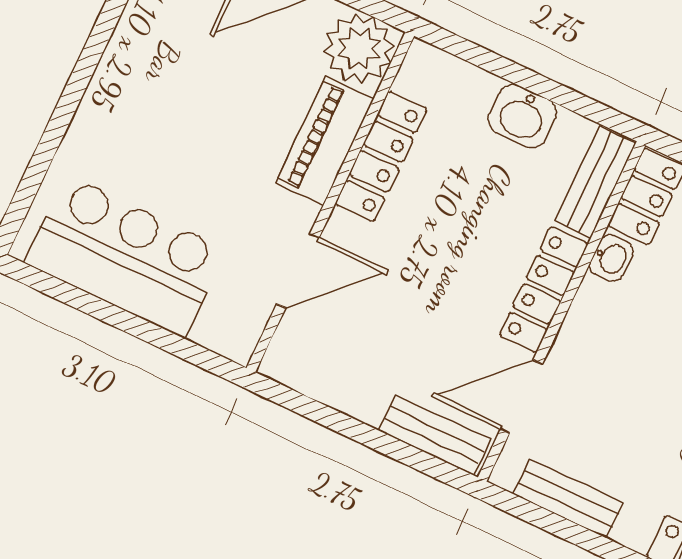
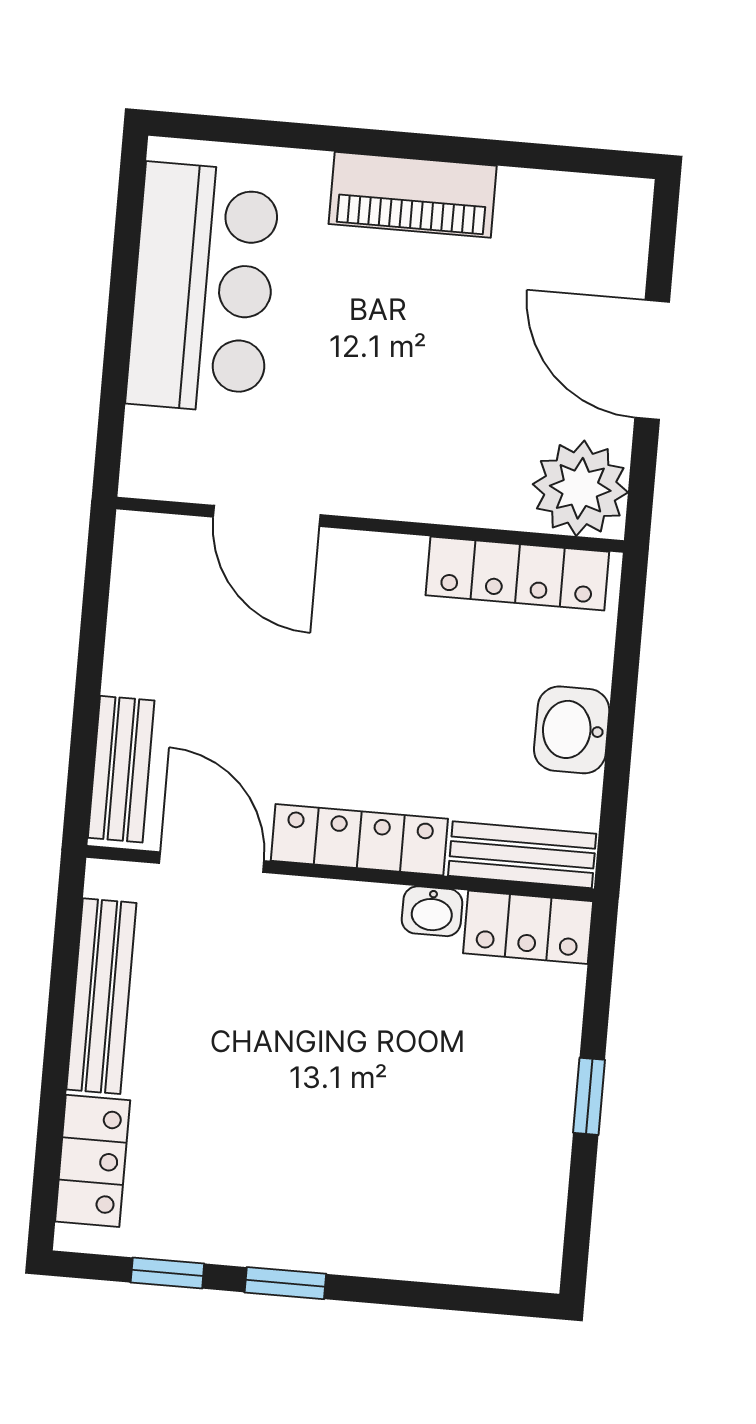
piano: (325, 141) -> (413, 195), moved, turned 180
locker: (381, 156) -> (517, 574), moved
bench: (568, 499) -> (101, 996), width x1.36

